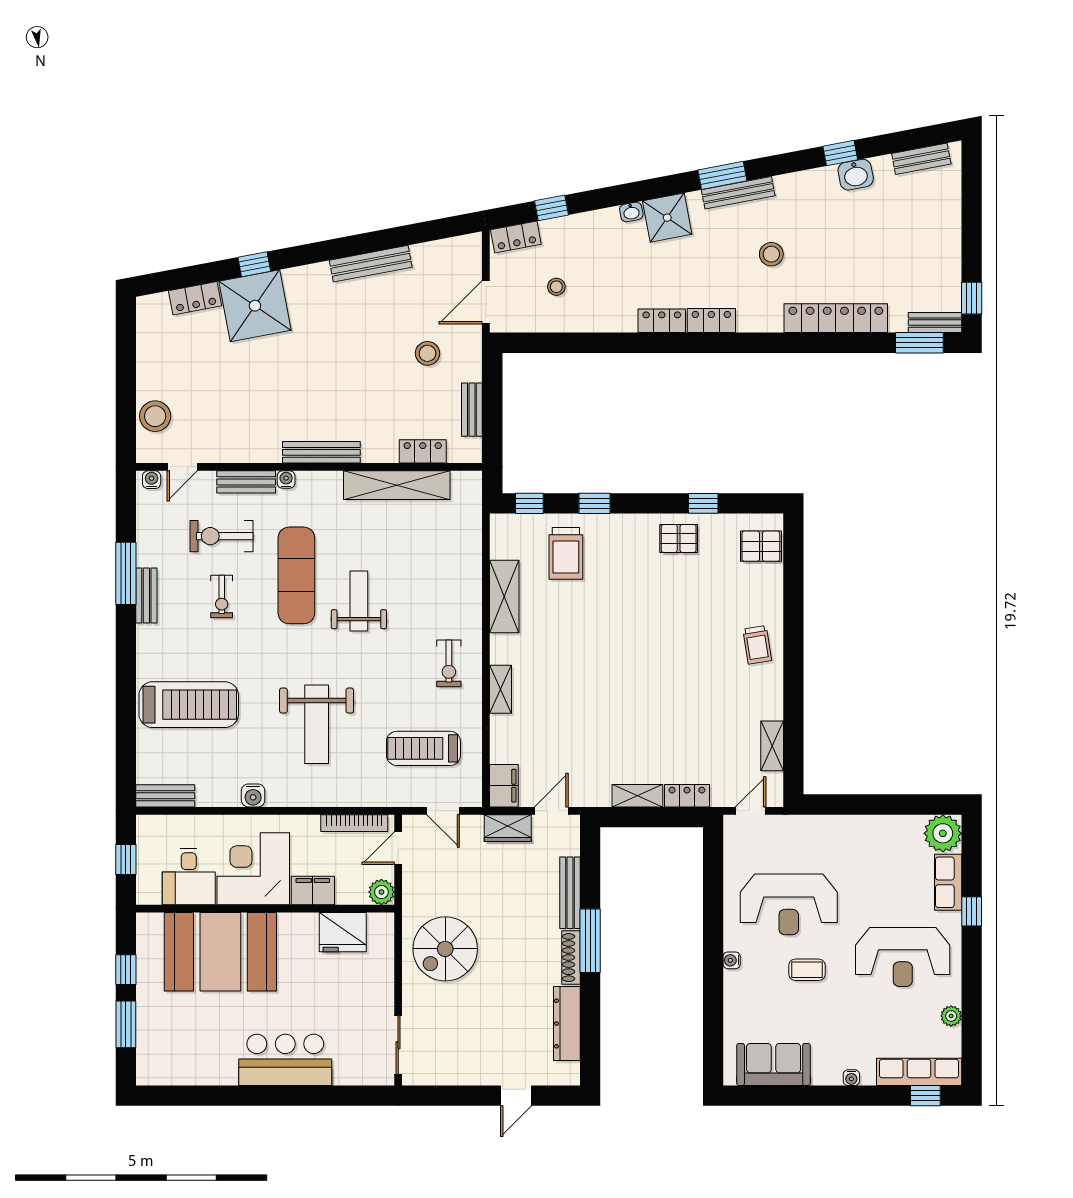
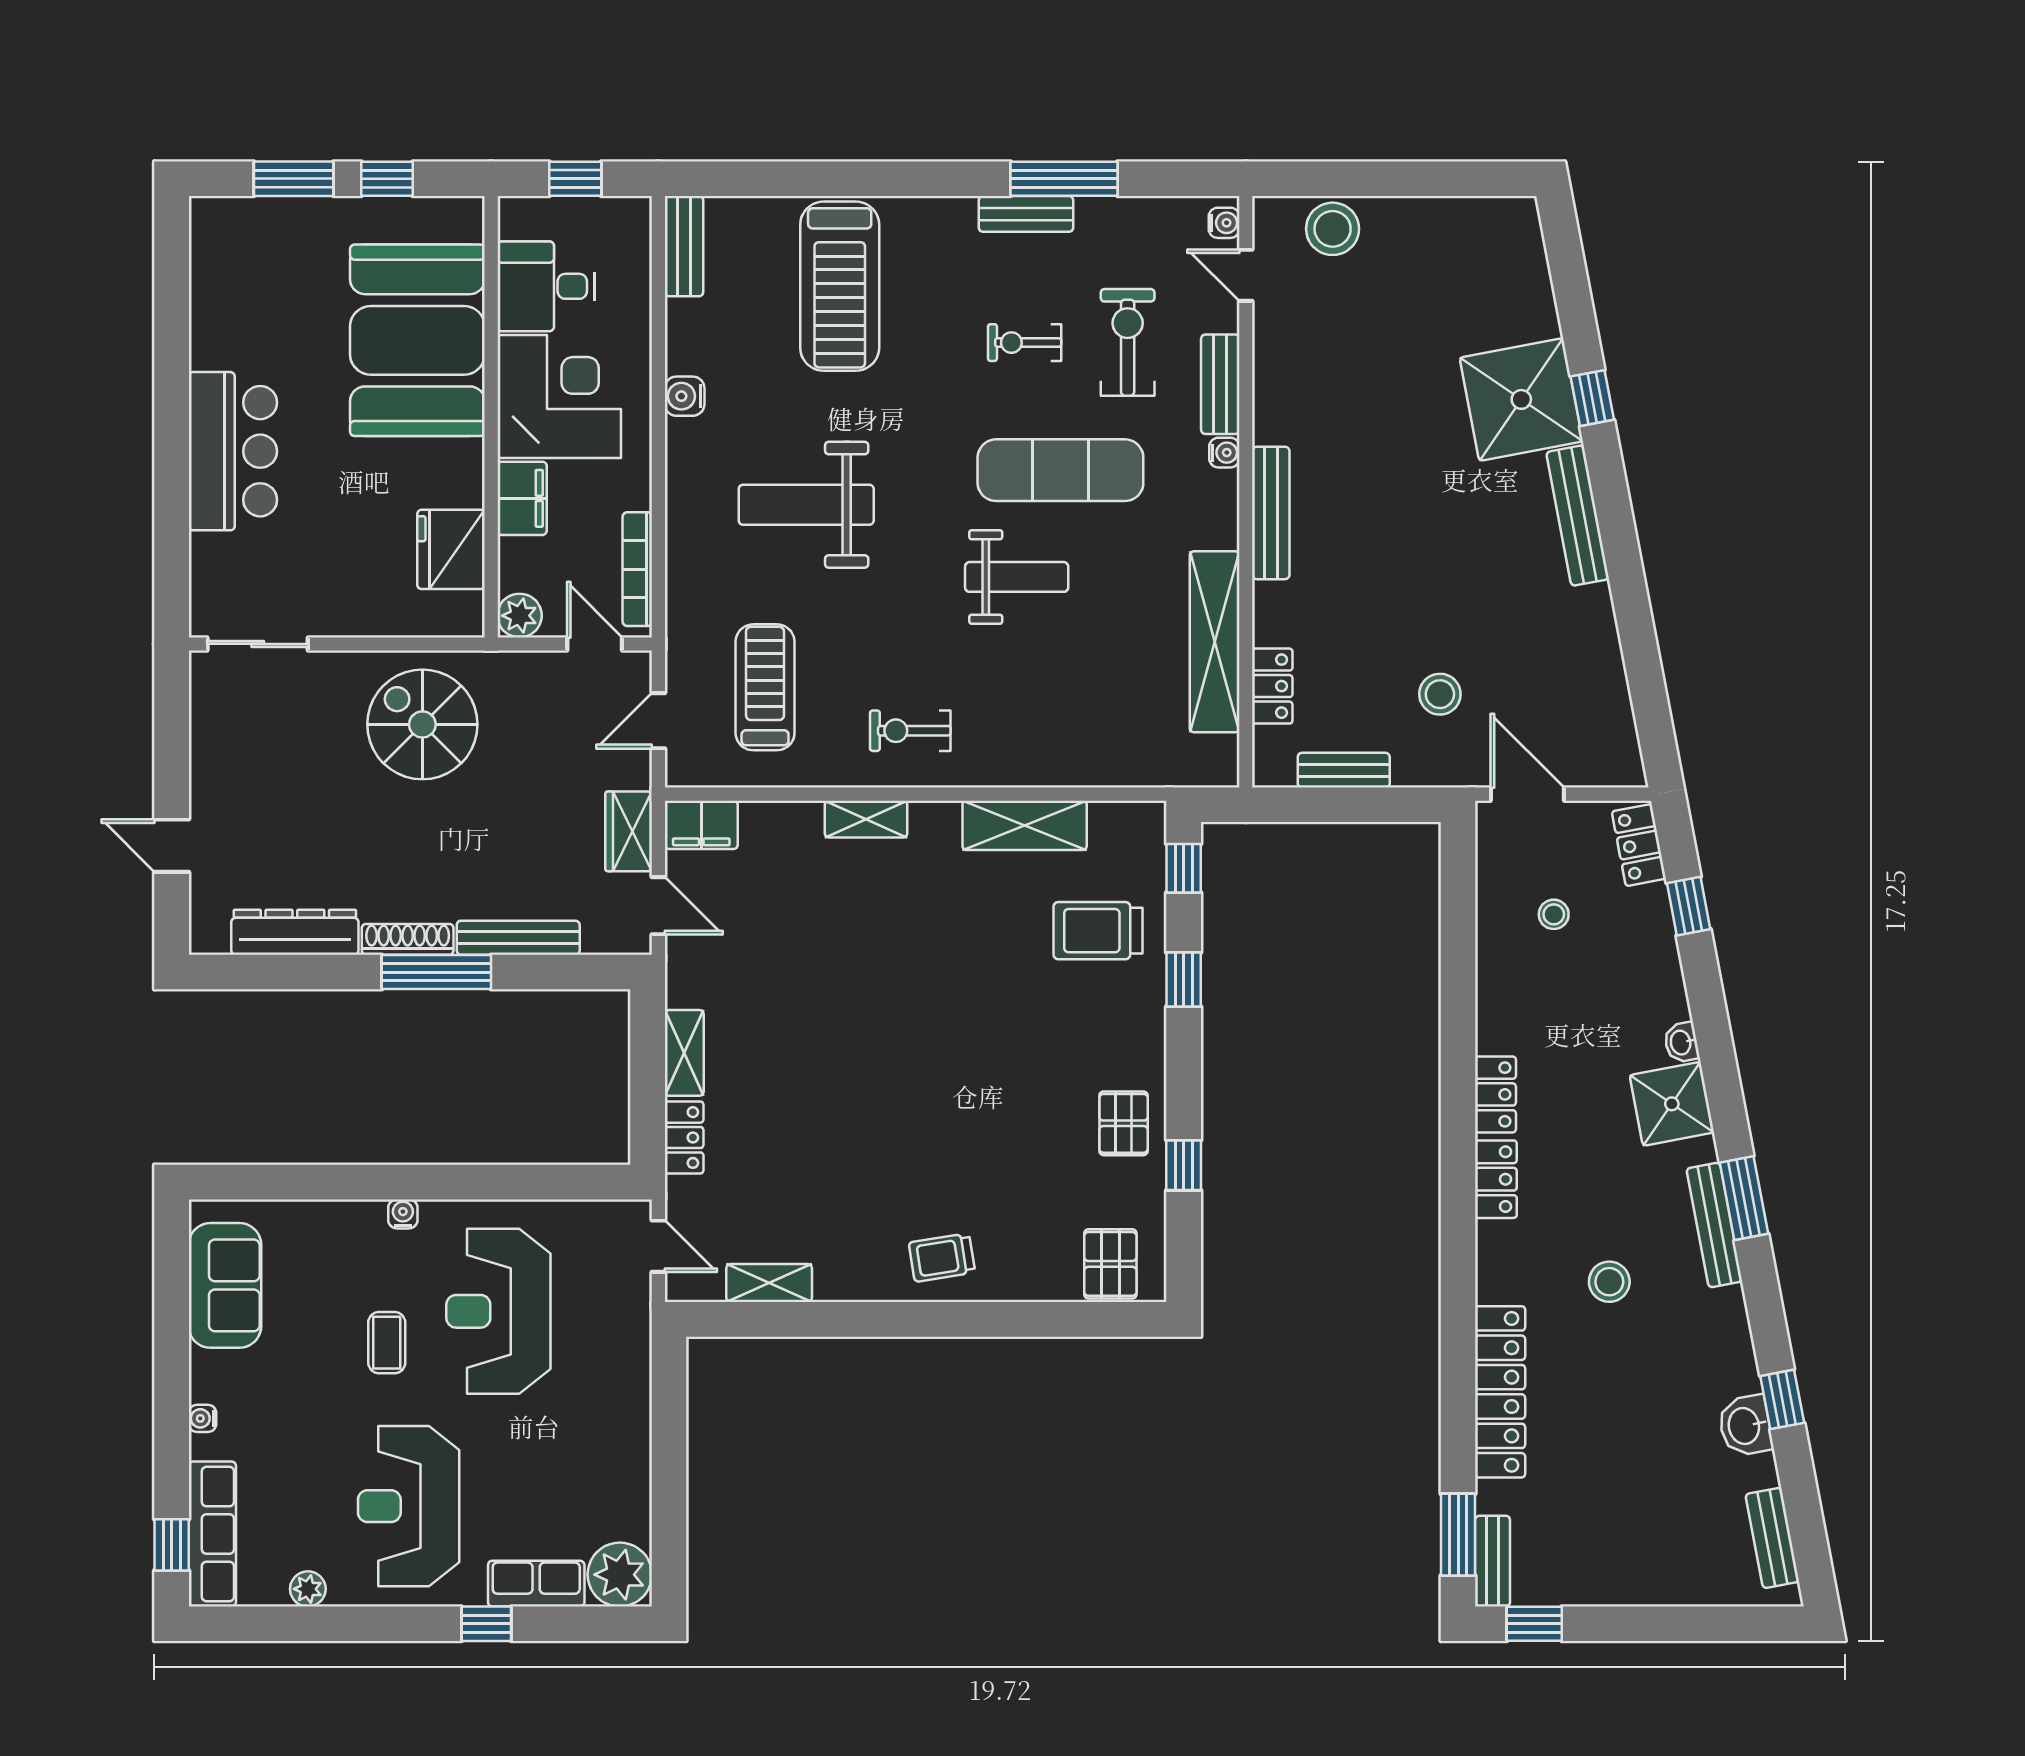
bench: (371, 264) -> (1578, 516), moved
locker: (195, 298) -> (1534, 297), removed

